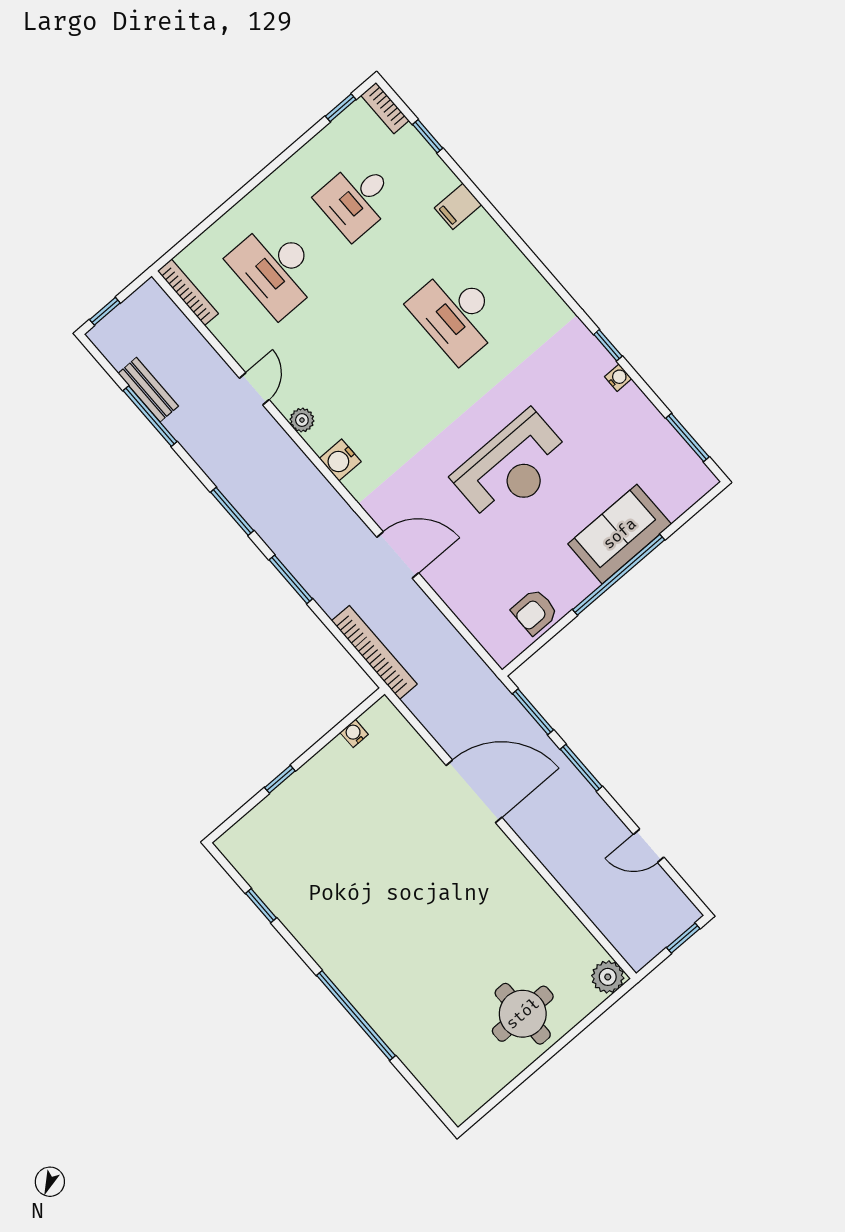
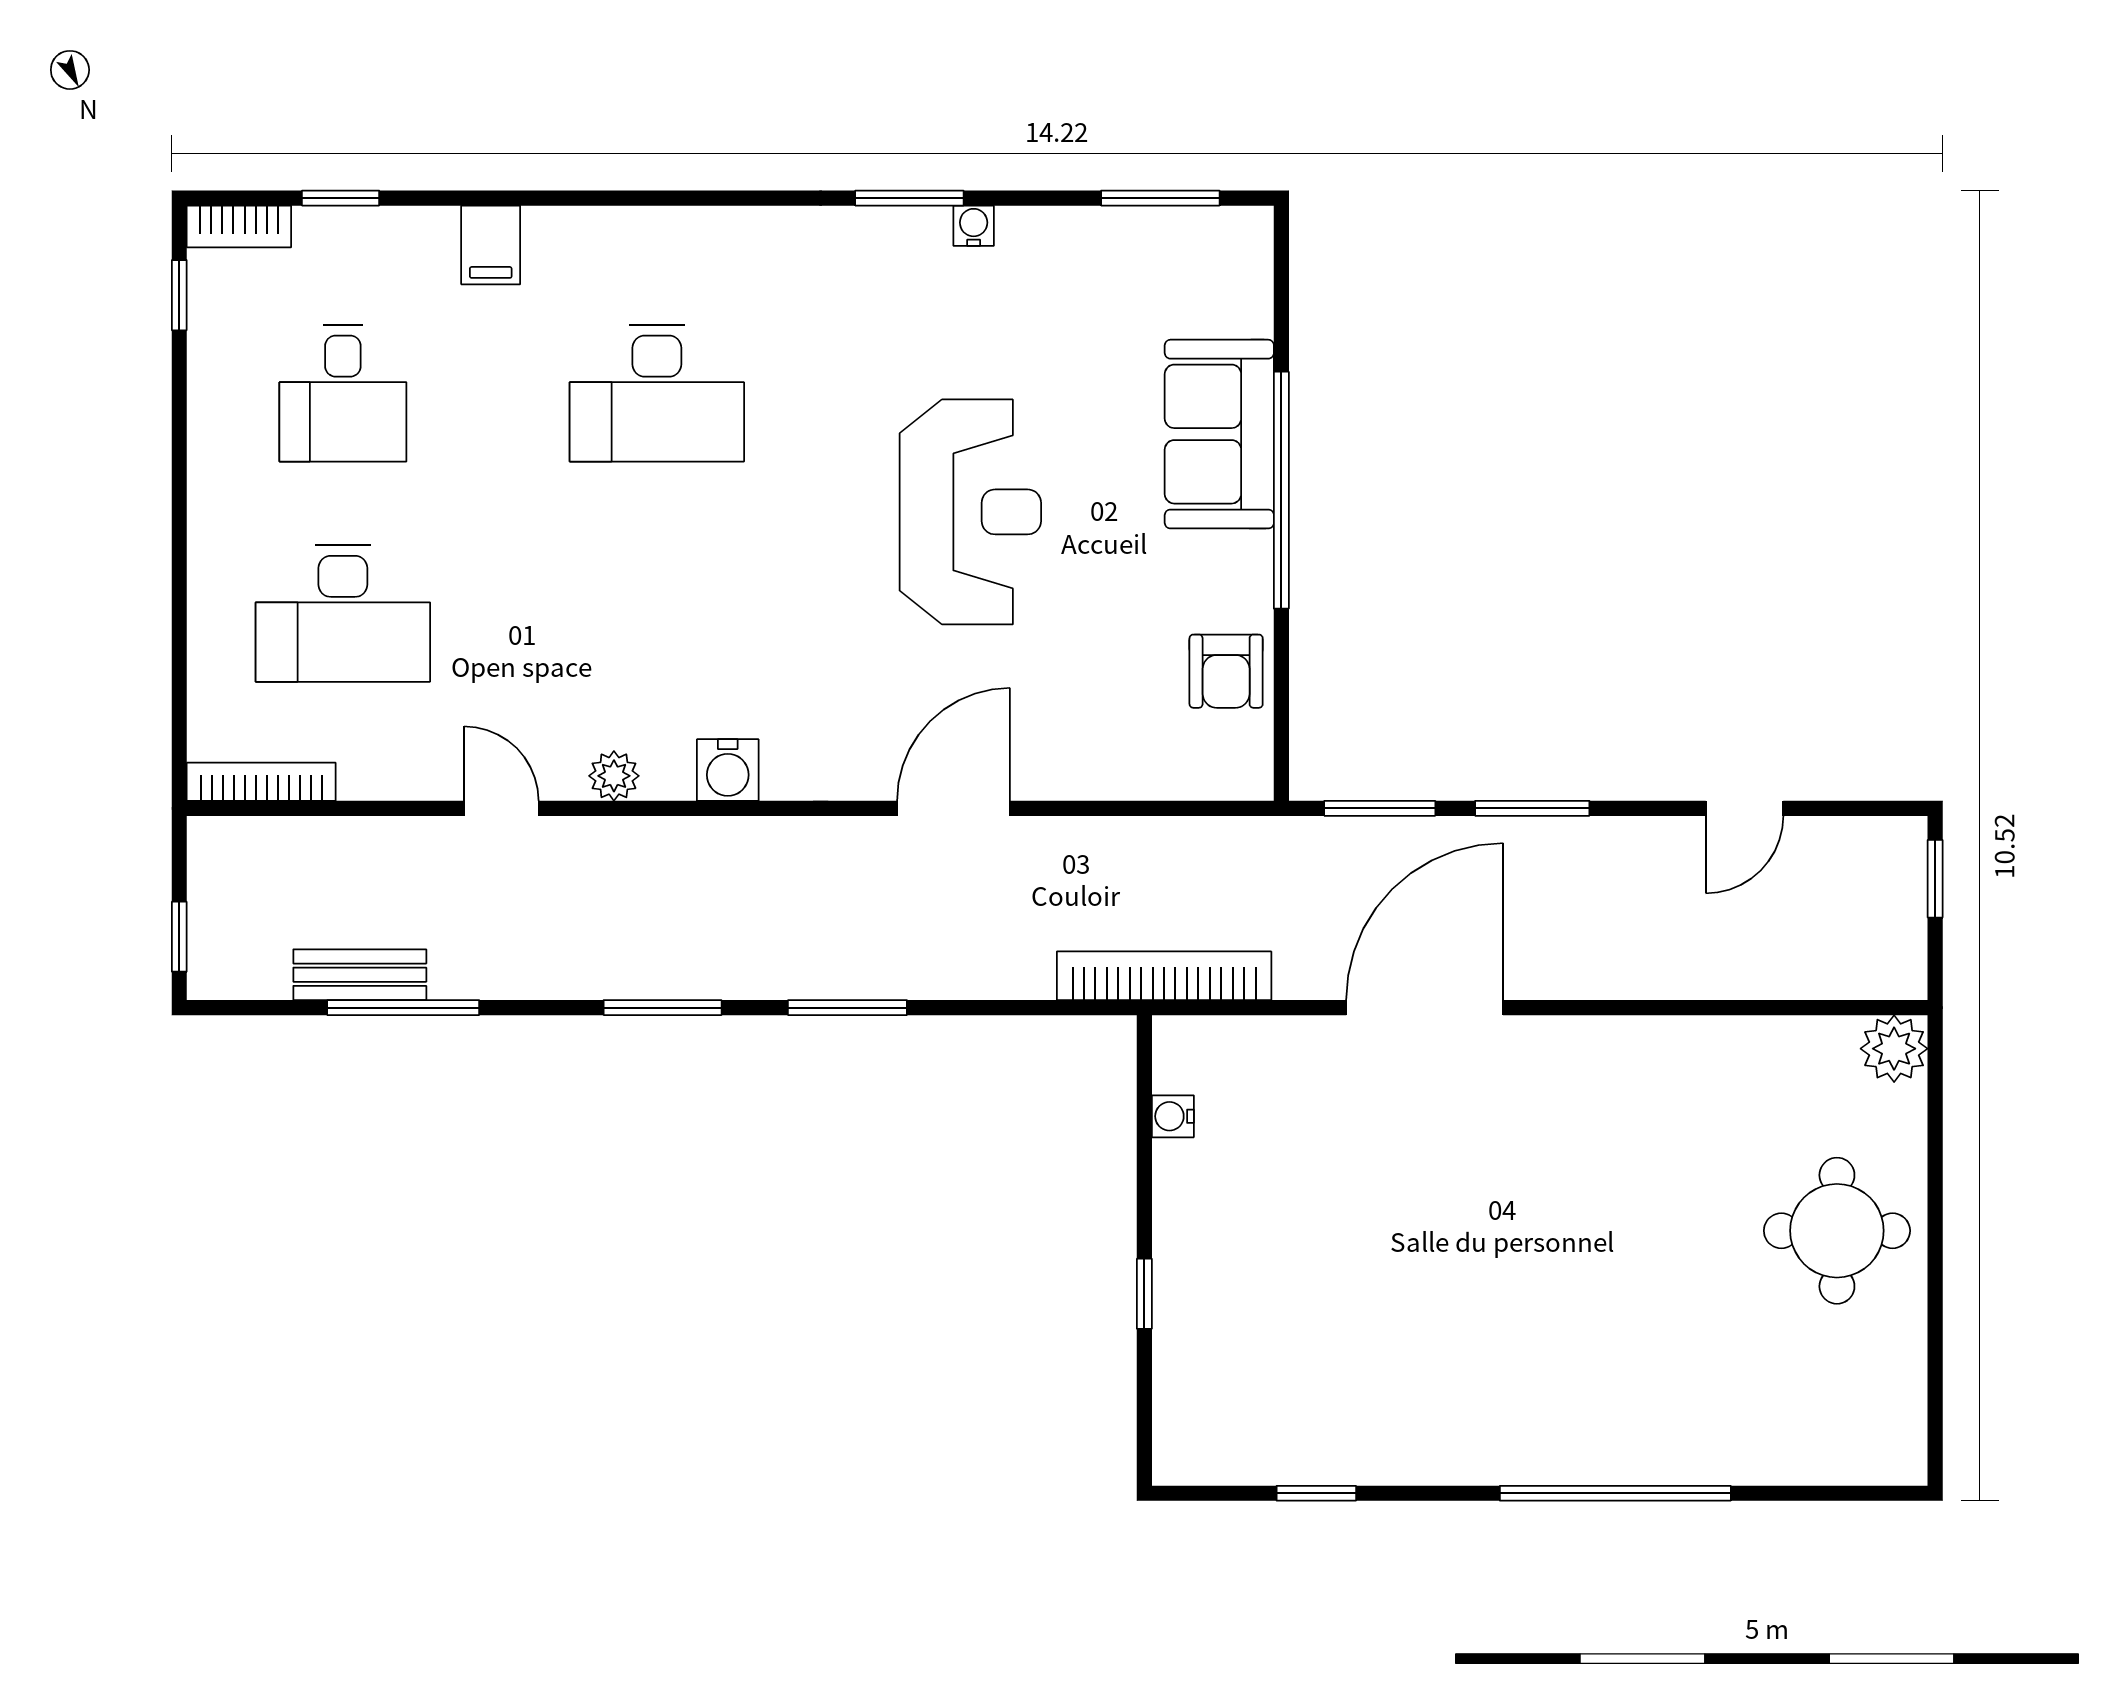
window: (608, 345) -> (909, 198), width x1.50
bookcase: (374, 652) -> (1164, 976), moved

